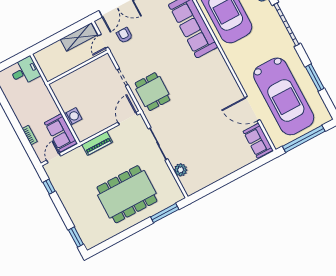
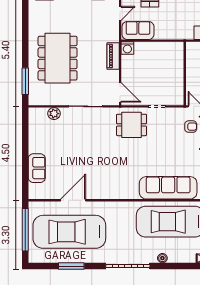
washing machine: (73, 116) -> (127, 48), moved
sofa: (258, 141) -> (37, 168), moved, turned 90
door: (54, 158) -> (120, 13), hinge flipped

